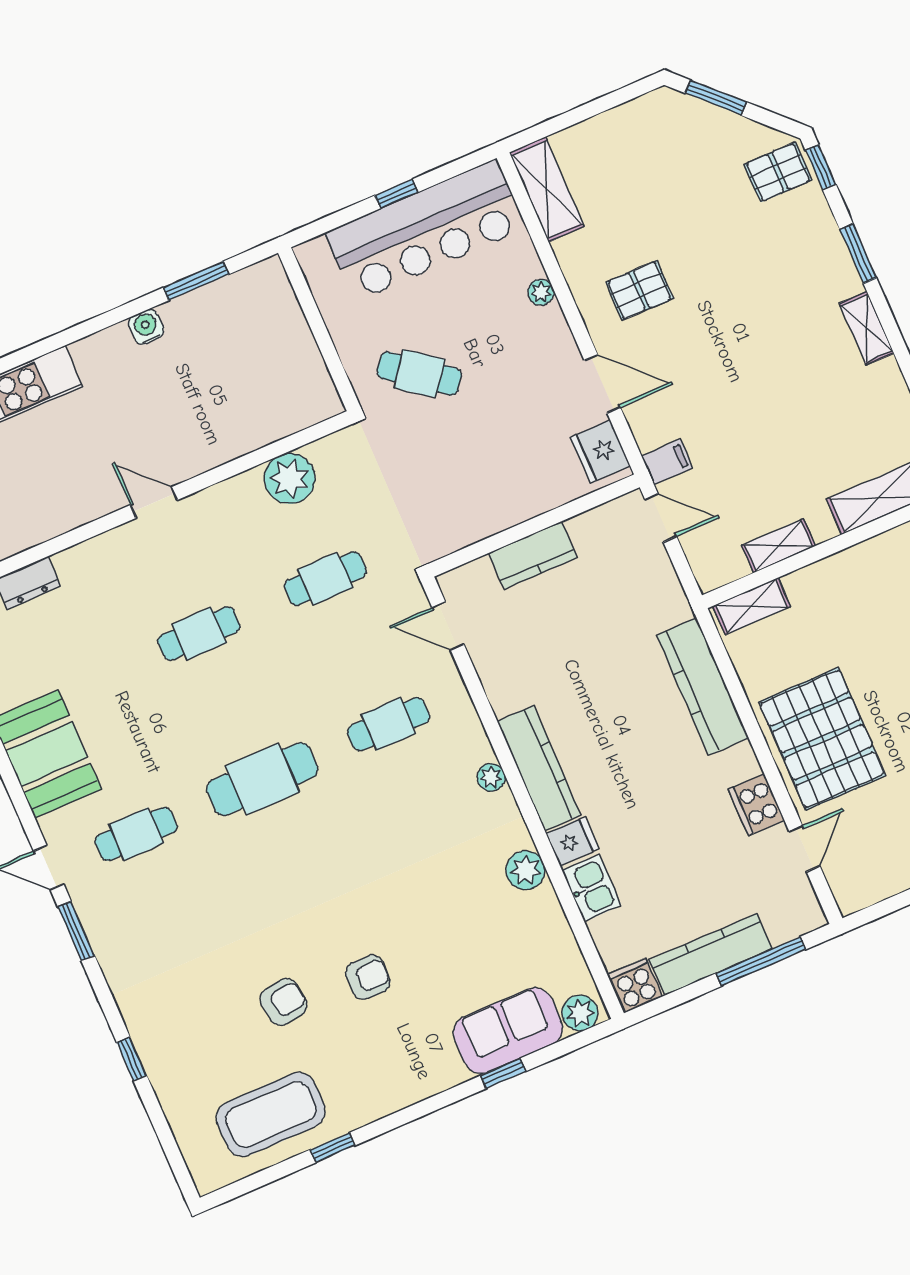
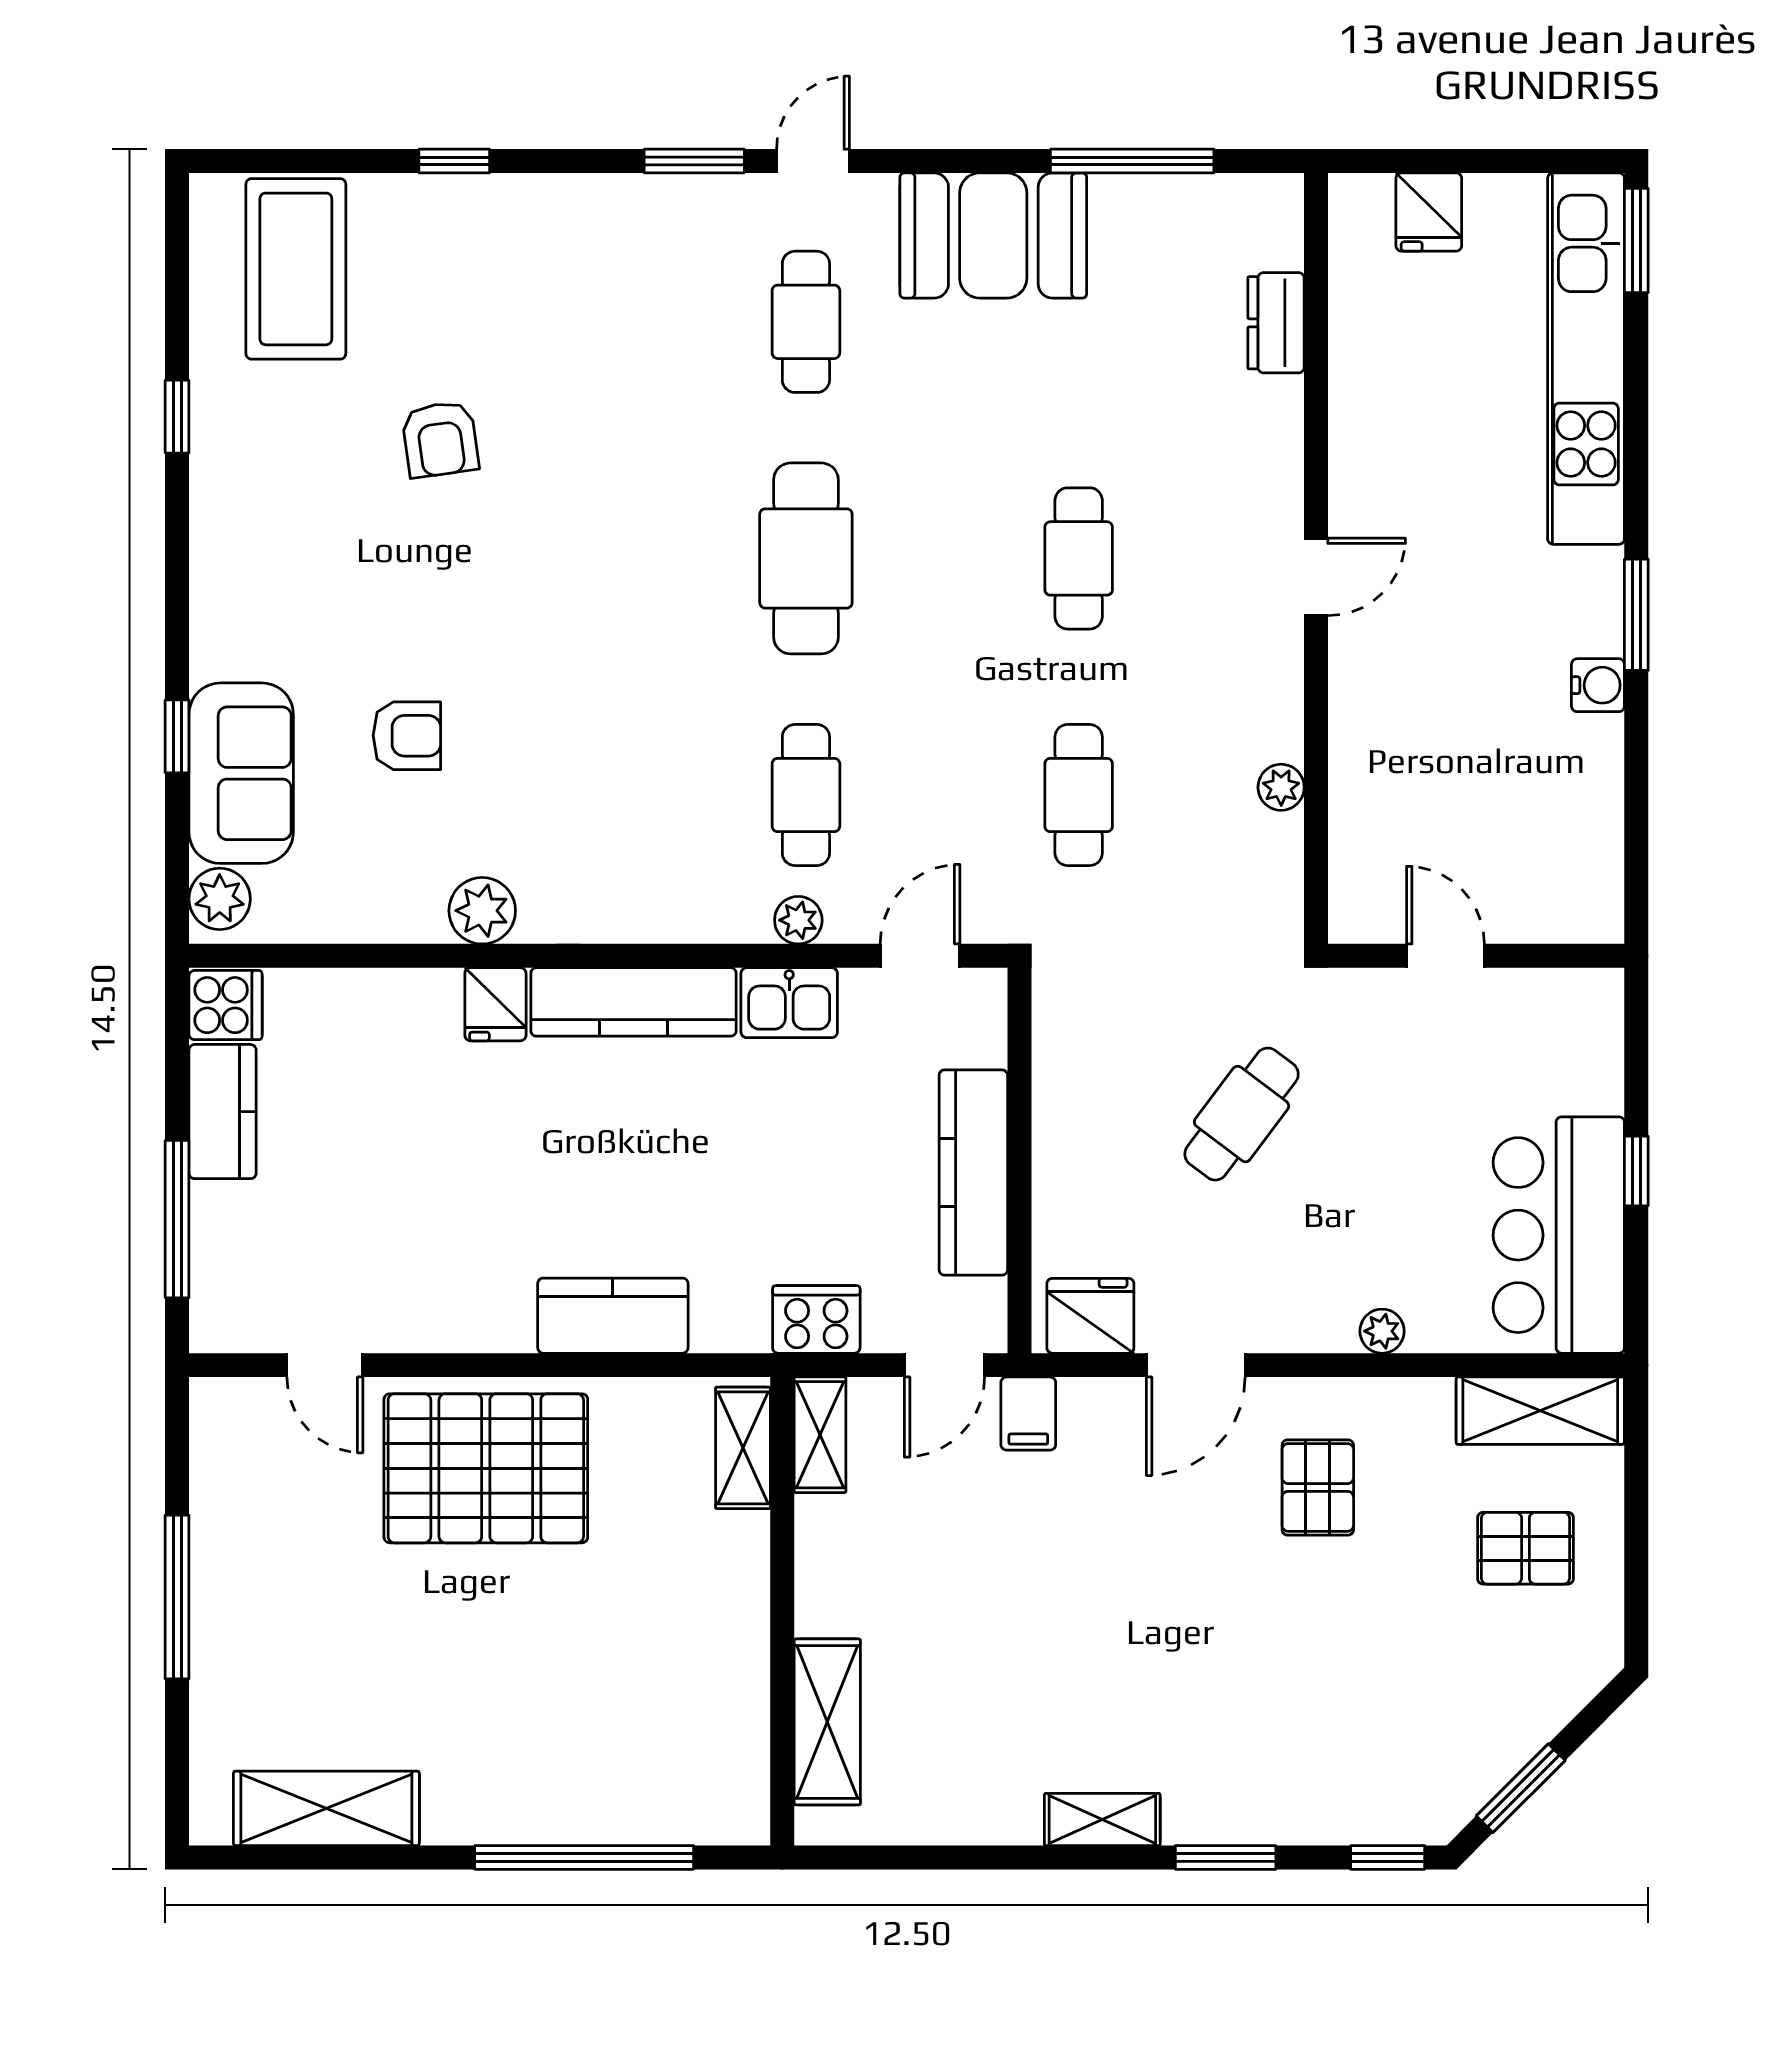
window: (716, 98) -> (1521, 1788), moved
pallet: (778, 172) -> (1525, 1548), moved, turned 90
bar counter: (426, 230) -> (1559, 1235), width x0.73
window: (196, 281) -> (1636, 615), moved
door: (326, 346) -> (1445, 956), added
cafe table: (419, 374) -> (1242, 1114), moved
plant: (290, 478) -> (1281, 787), width x0.53, depth x0.53
shelving: (778, 546) -> (820, 1435), moved
kitchen counter: (533, 555) -> (973, 1173), width x1.50
kitchen counter: (703, 686) -> (613, 1316), width x0.67
plant: (491, 777) -> (798, 920), moved
cooker: (756, 805) -> (816, 1319), moved
kitchen sink: (591, 888) -> (789, 1003), moved
kitchen counter: (711, 954) -> (223, 1112), width x0.67
armchair: (368, 977) -> (407, 736), moved, turned -90
coffee table: (271, 1114) -> (296, 269), moved

